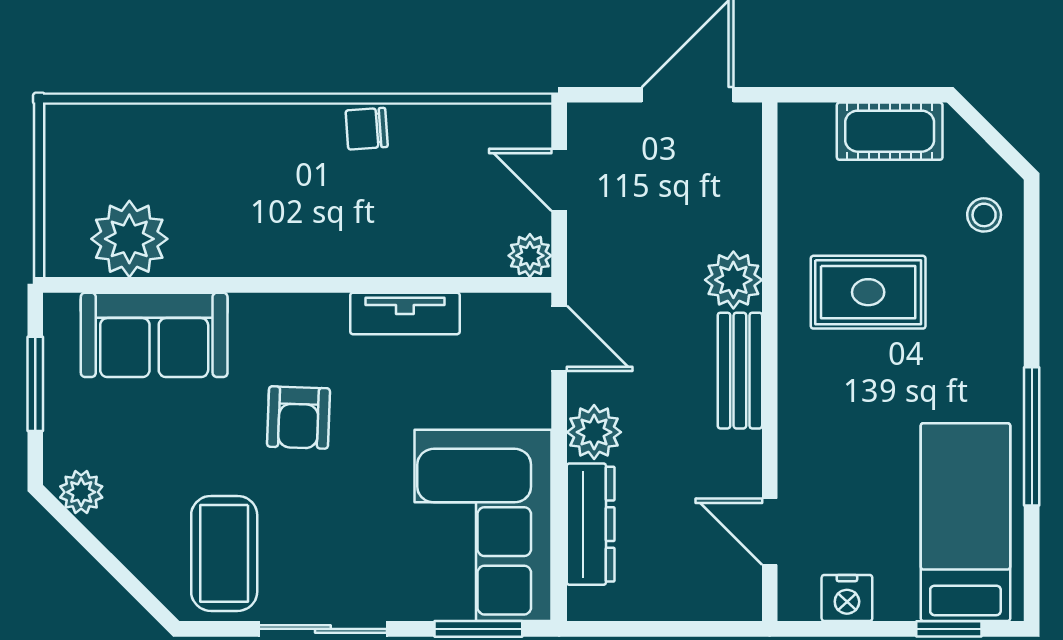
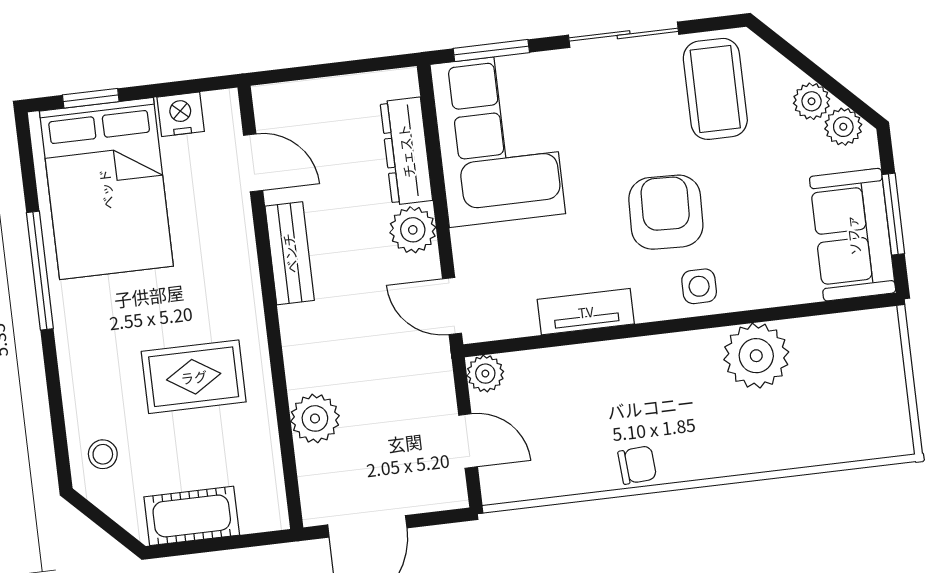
plant: (129, 239) -> (756, 356), moved
plant: (733, 280) -> (315, 418), moved
side table: (270, 327) -> (699, 286), added
sofa: (154, 335) -> (853, 235), moved, turned -90
bench: (740, 371) -> (290, 253), moved
armchair: (298, 417) -> (666, 212), width x1.38, depth x1.38
bed: (965, 522) -> (106, 189), width x1.50
plant: (114, 526) -> (812, 101), added

